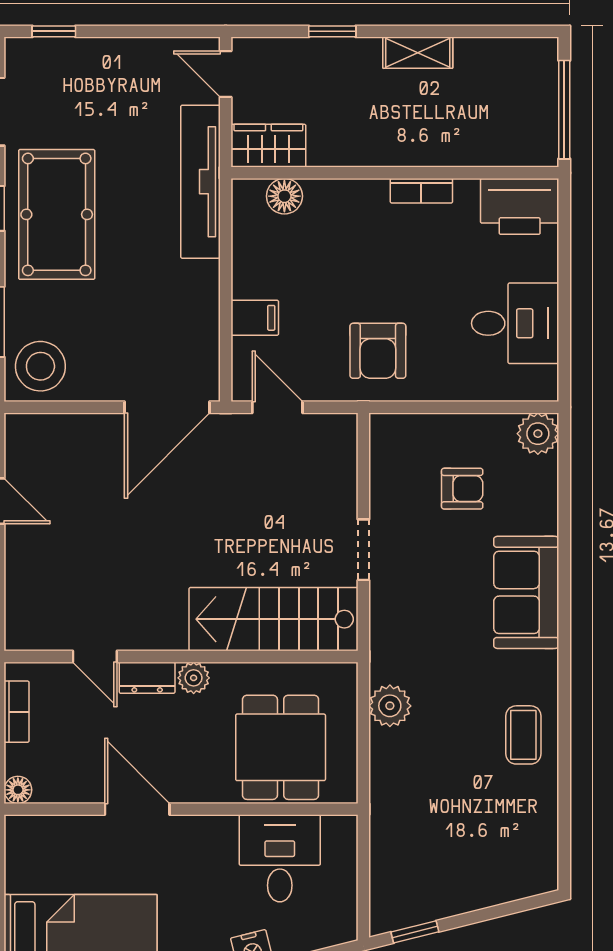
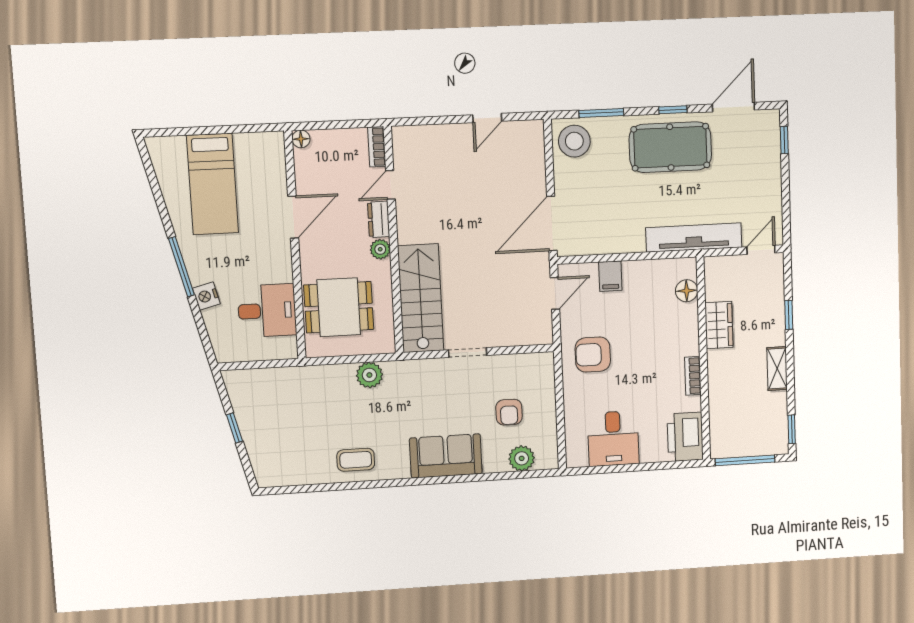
window: (518, 31) -> (792, 429), added
wardrobe: (268, 146) -> (719, 325), moved
door: (167, 407) -> (552, 223), hinge flipped
plant: (538, 434) -> (522, 458), moved
bookcase: (17, 712) -> (377, 147), moved, turned 90
window: (415, 932) -> (234, 428), moved

